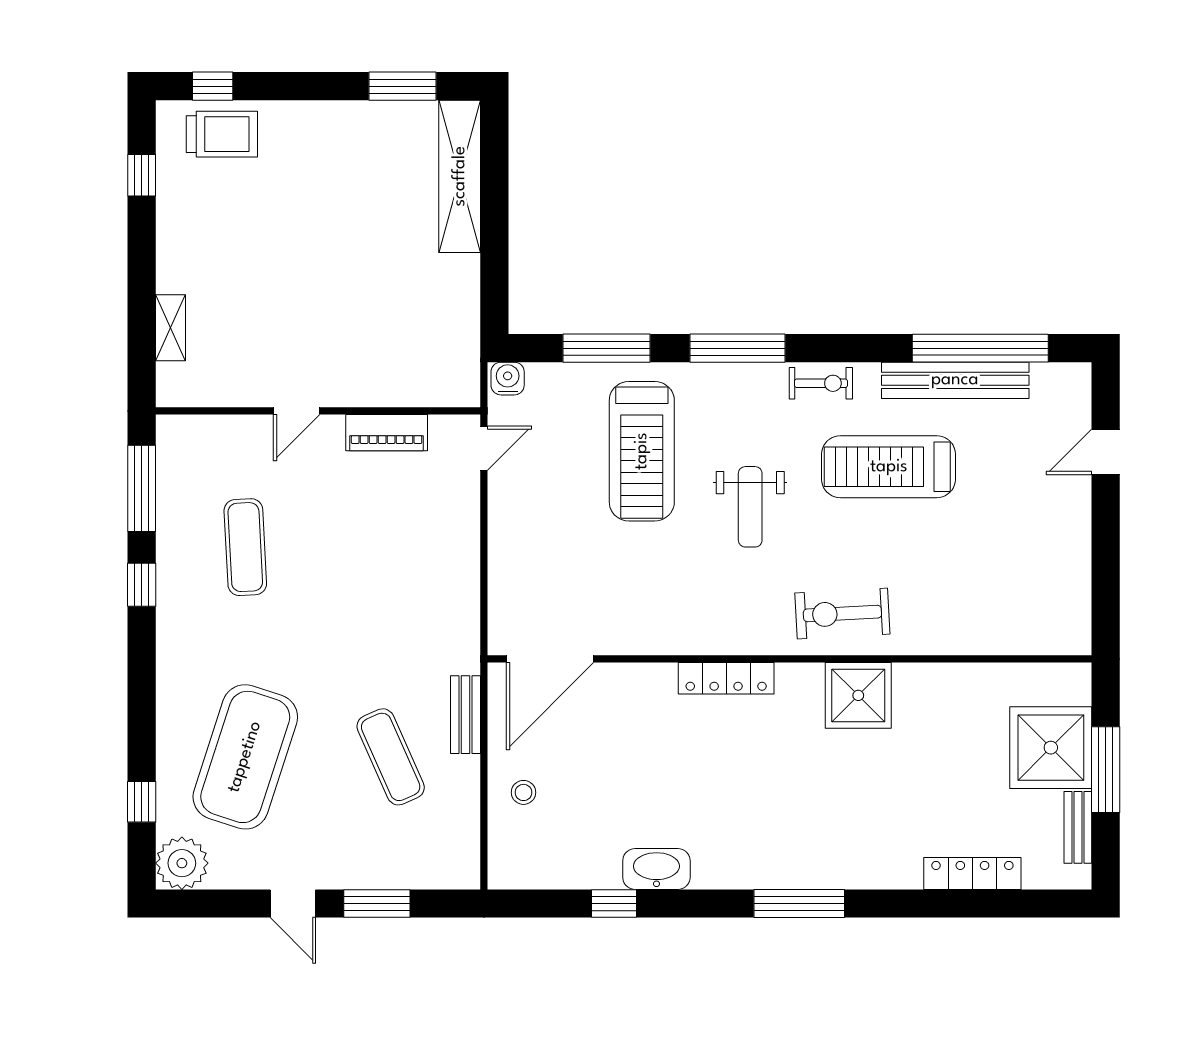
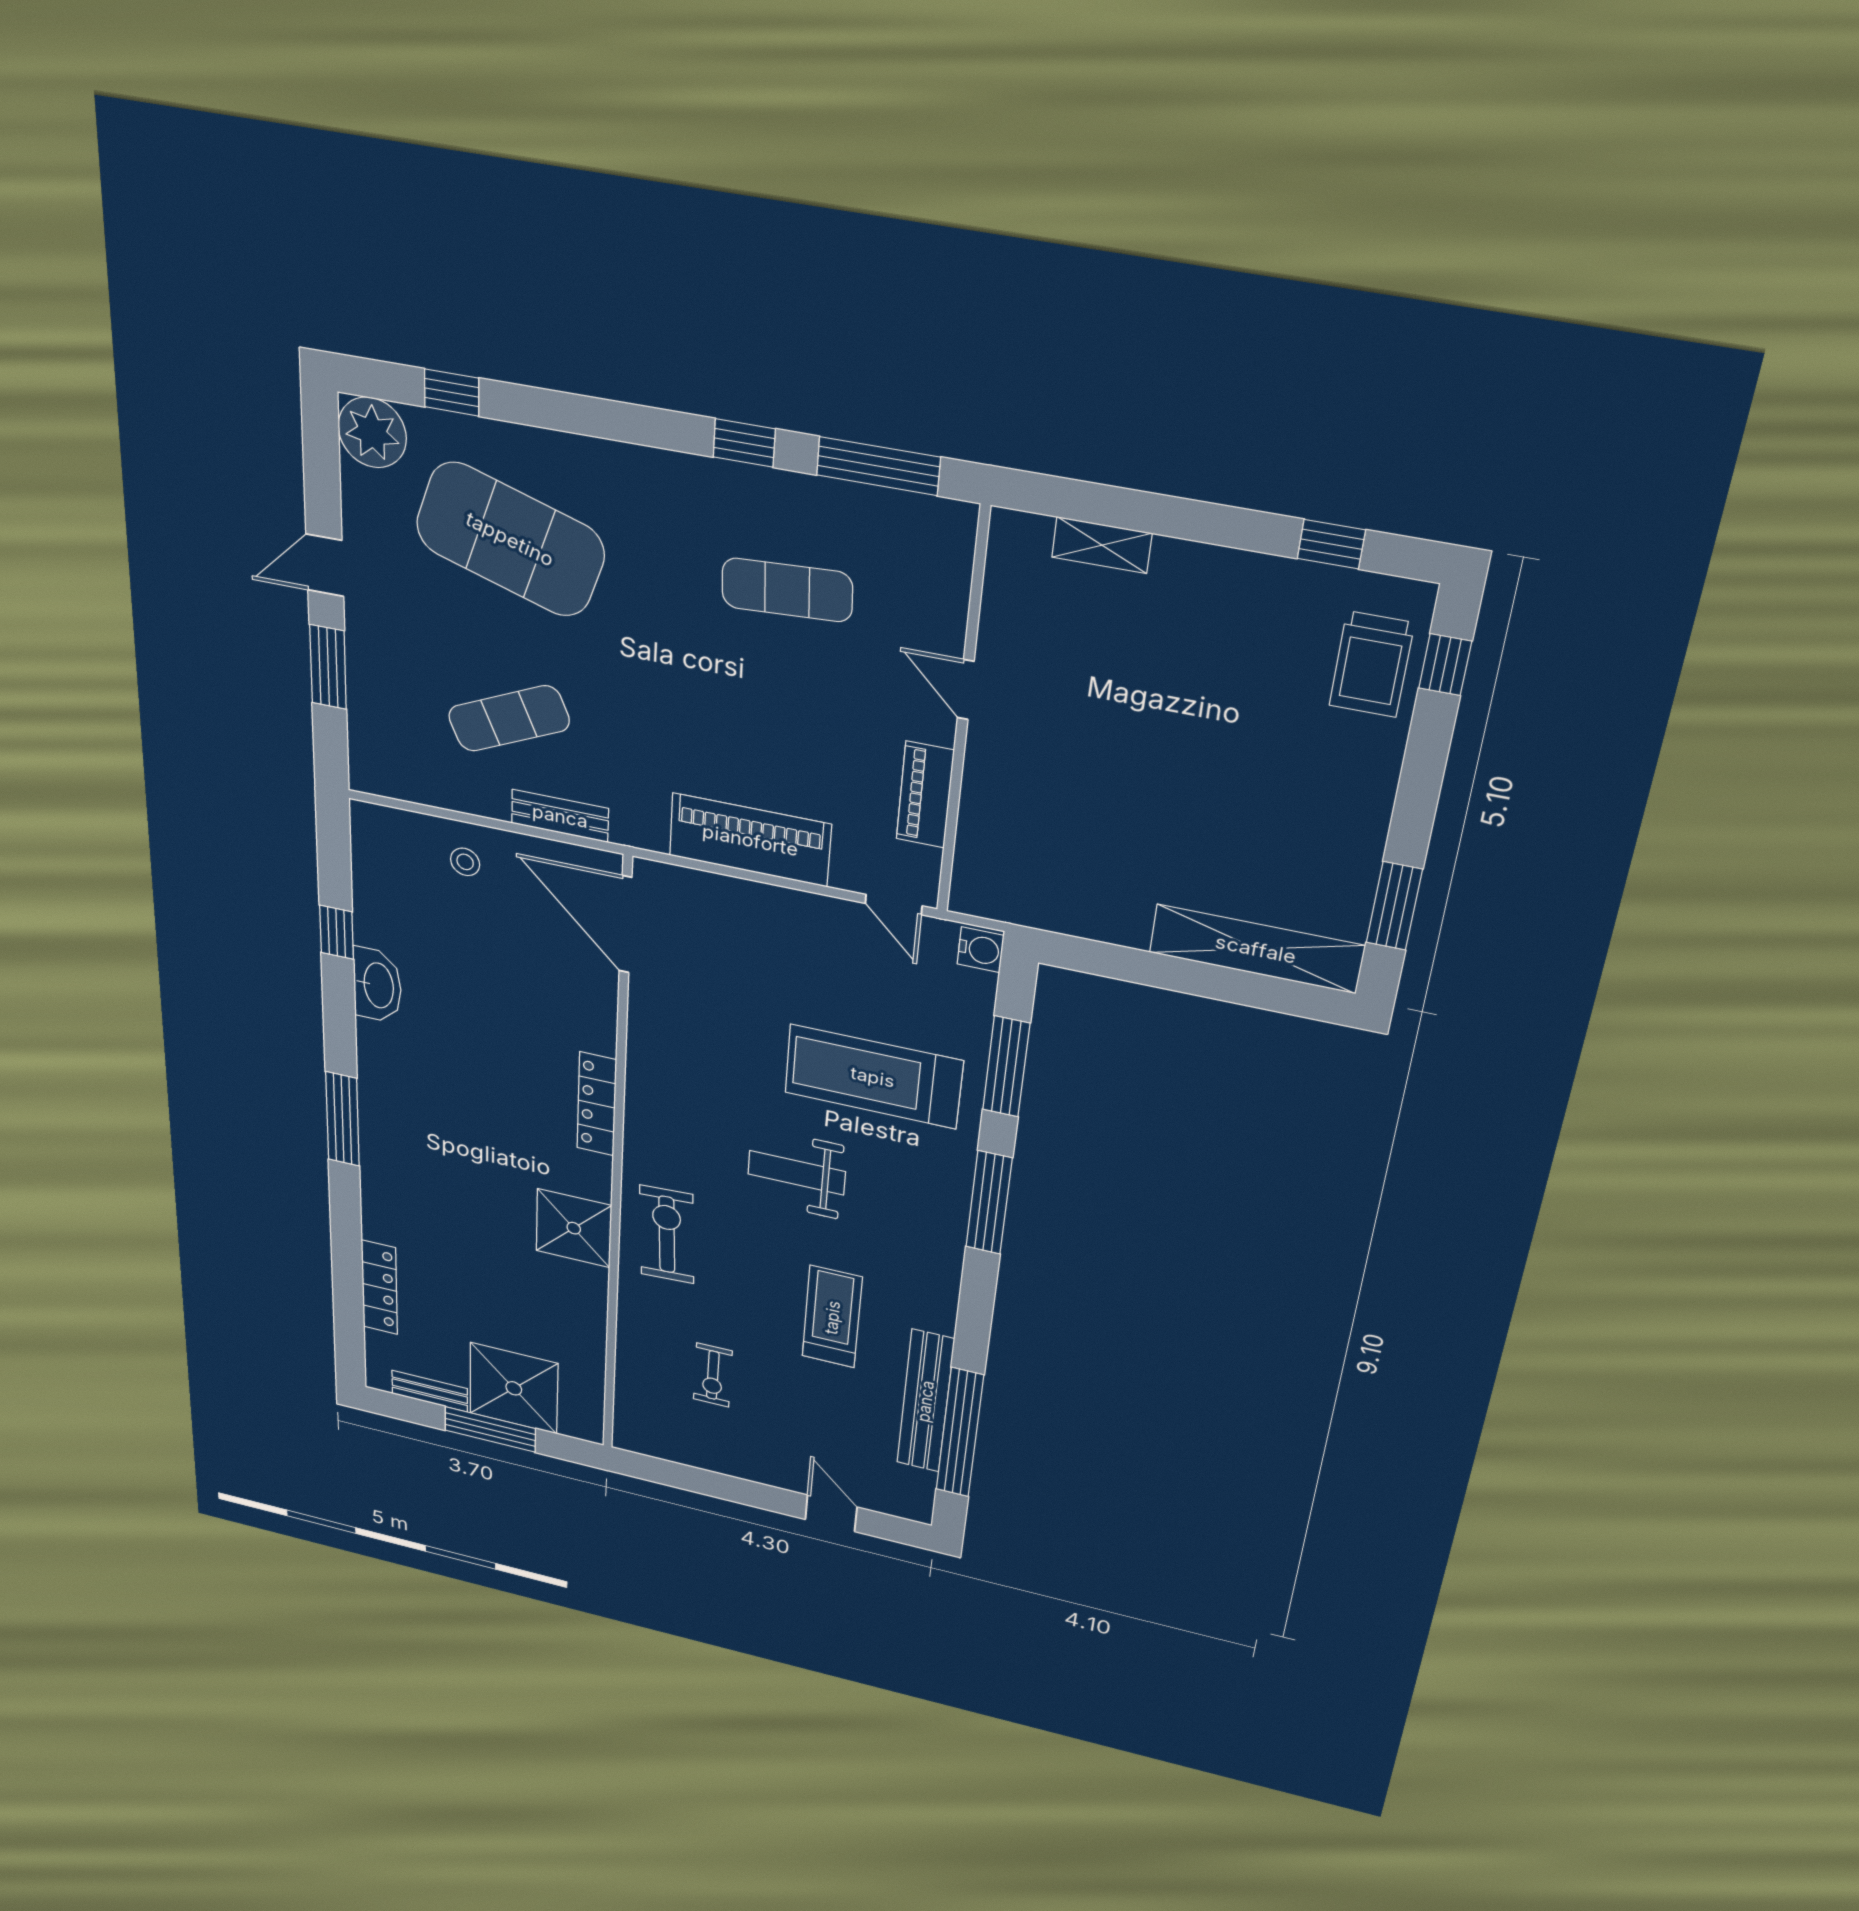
exercise bike: (821, 383) -> (713, 1375), moved
treadmill: (889, 467) -> (832, 1317), width x0.73, depth x0.73
piano: (453, 563) -> (750, 840), added

